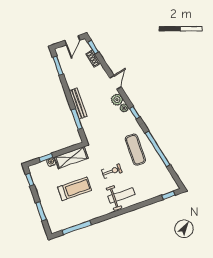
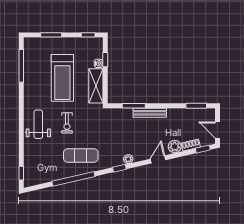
door: (115, 82) -> (158, 159), swing flipped
plant: (117, 100) -> (175, 147), moved
treadmill: (75, 189) -> (62, 78), width x1.37, depth x1.38
weight bench: (121, 195) -> (38, 124), turned 180

